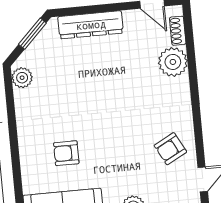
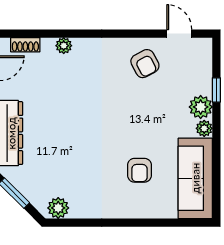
plant: (173, 62) -> (64, 46), width x0.53, depth x0.53

